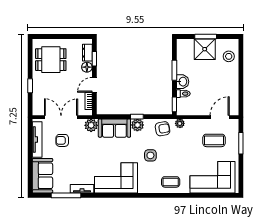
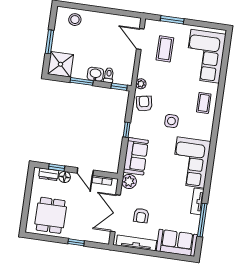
shower: (205, 49) -> (60, 64), moved
plant: (137, 125) -> (136, 130), removed

